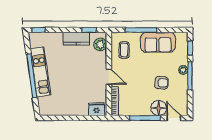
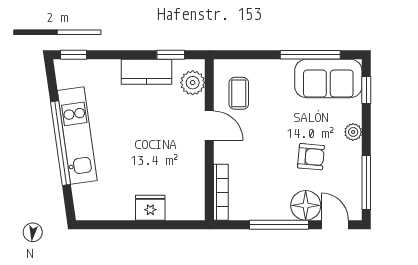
window: (141, 30) -> (310, 55), moved
sofa: (158, 42) -> (328, 78), moved
window: (190, 76) -> (366, 183), moved
door: (109, 77) -> (209, 126), moved
fridge: (96, 109) -> (150, 208), moved

